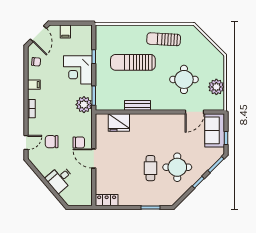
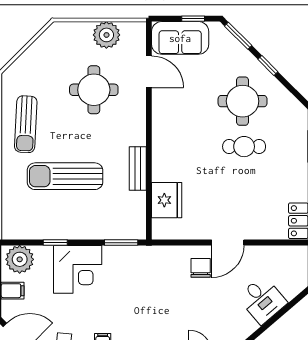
sun lounger: (133, 62) -> (65, 176), turned 90
plant: (84, 105) -> (20, 259), moved
chair: (52, 142) -> (199, 314), removed

